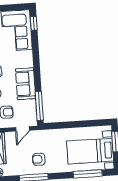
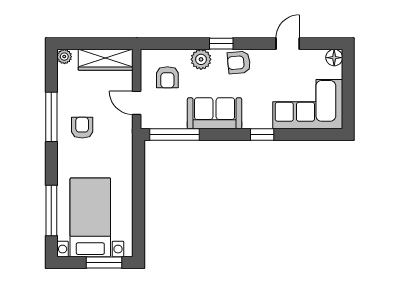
window: (34, 23) -> (262, 135), moved

